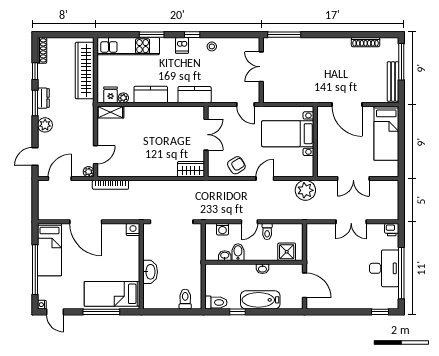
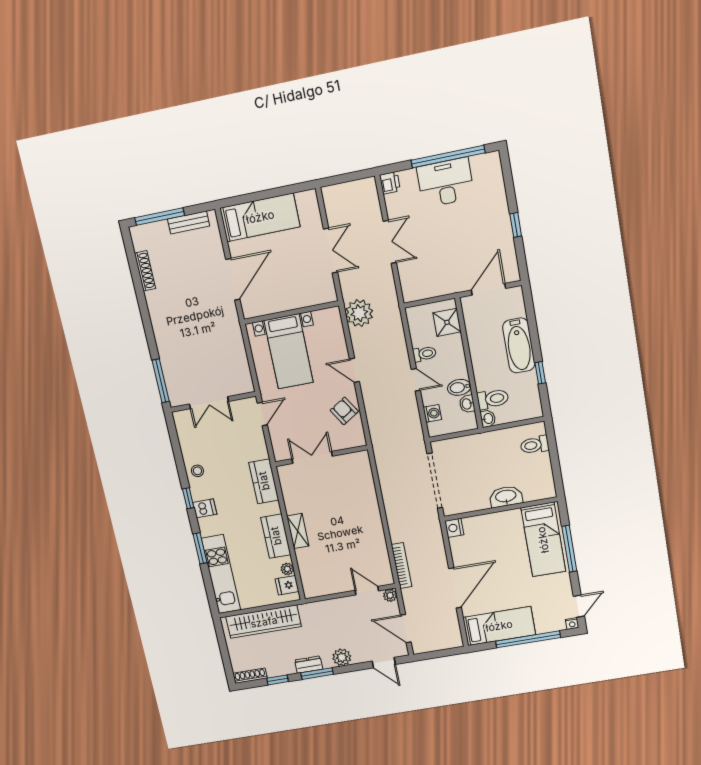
bench: (393, 82) -> (189, 222), width x0.73
shelving: (110, 112) -> (298, 531), moved
wardrobe: (191, 169) -> (361, 469), removed
washbasin: (262, 269) -> (488, 419), moved
toilet: (216, 302) -> (493, 399), moved, turned 90
window: (380, 312) -> (516, 225), moved

